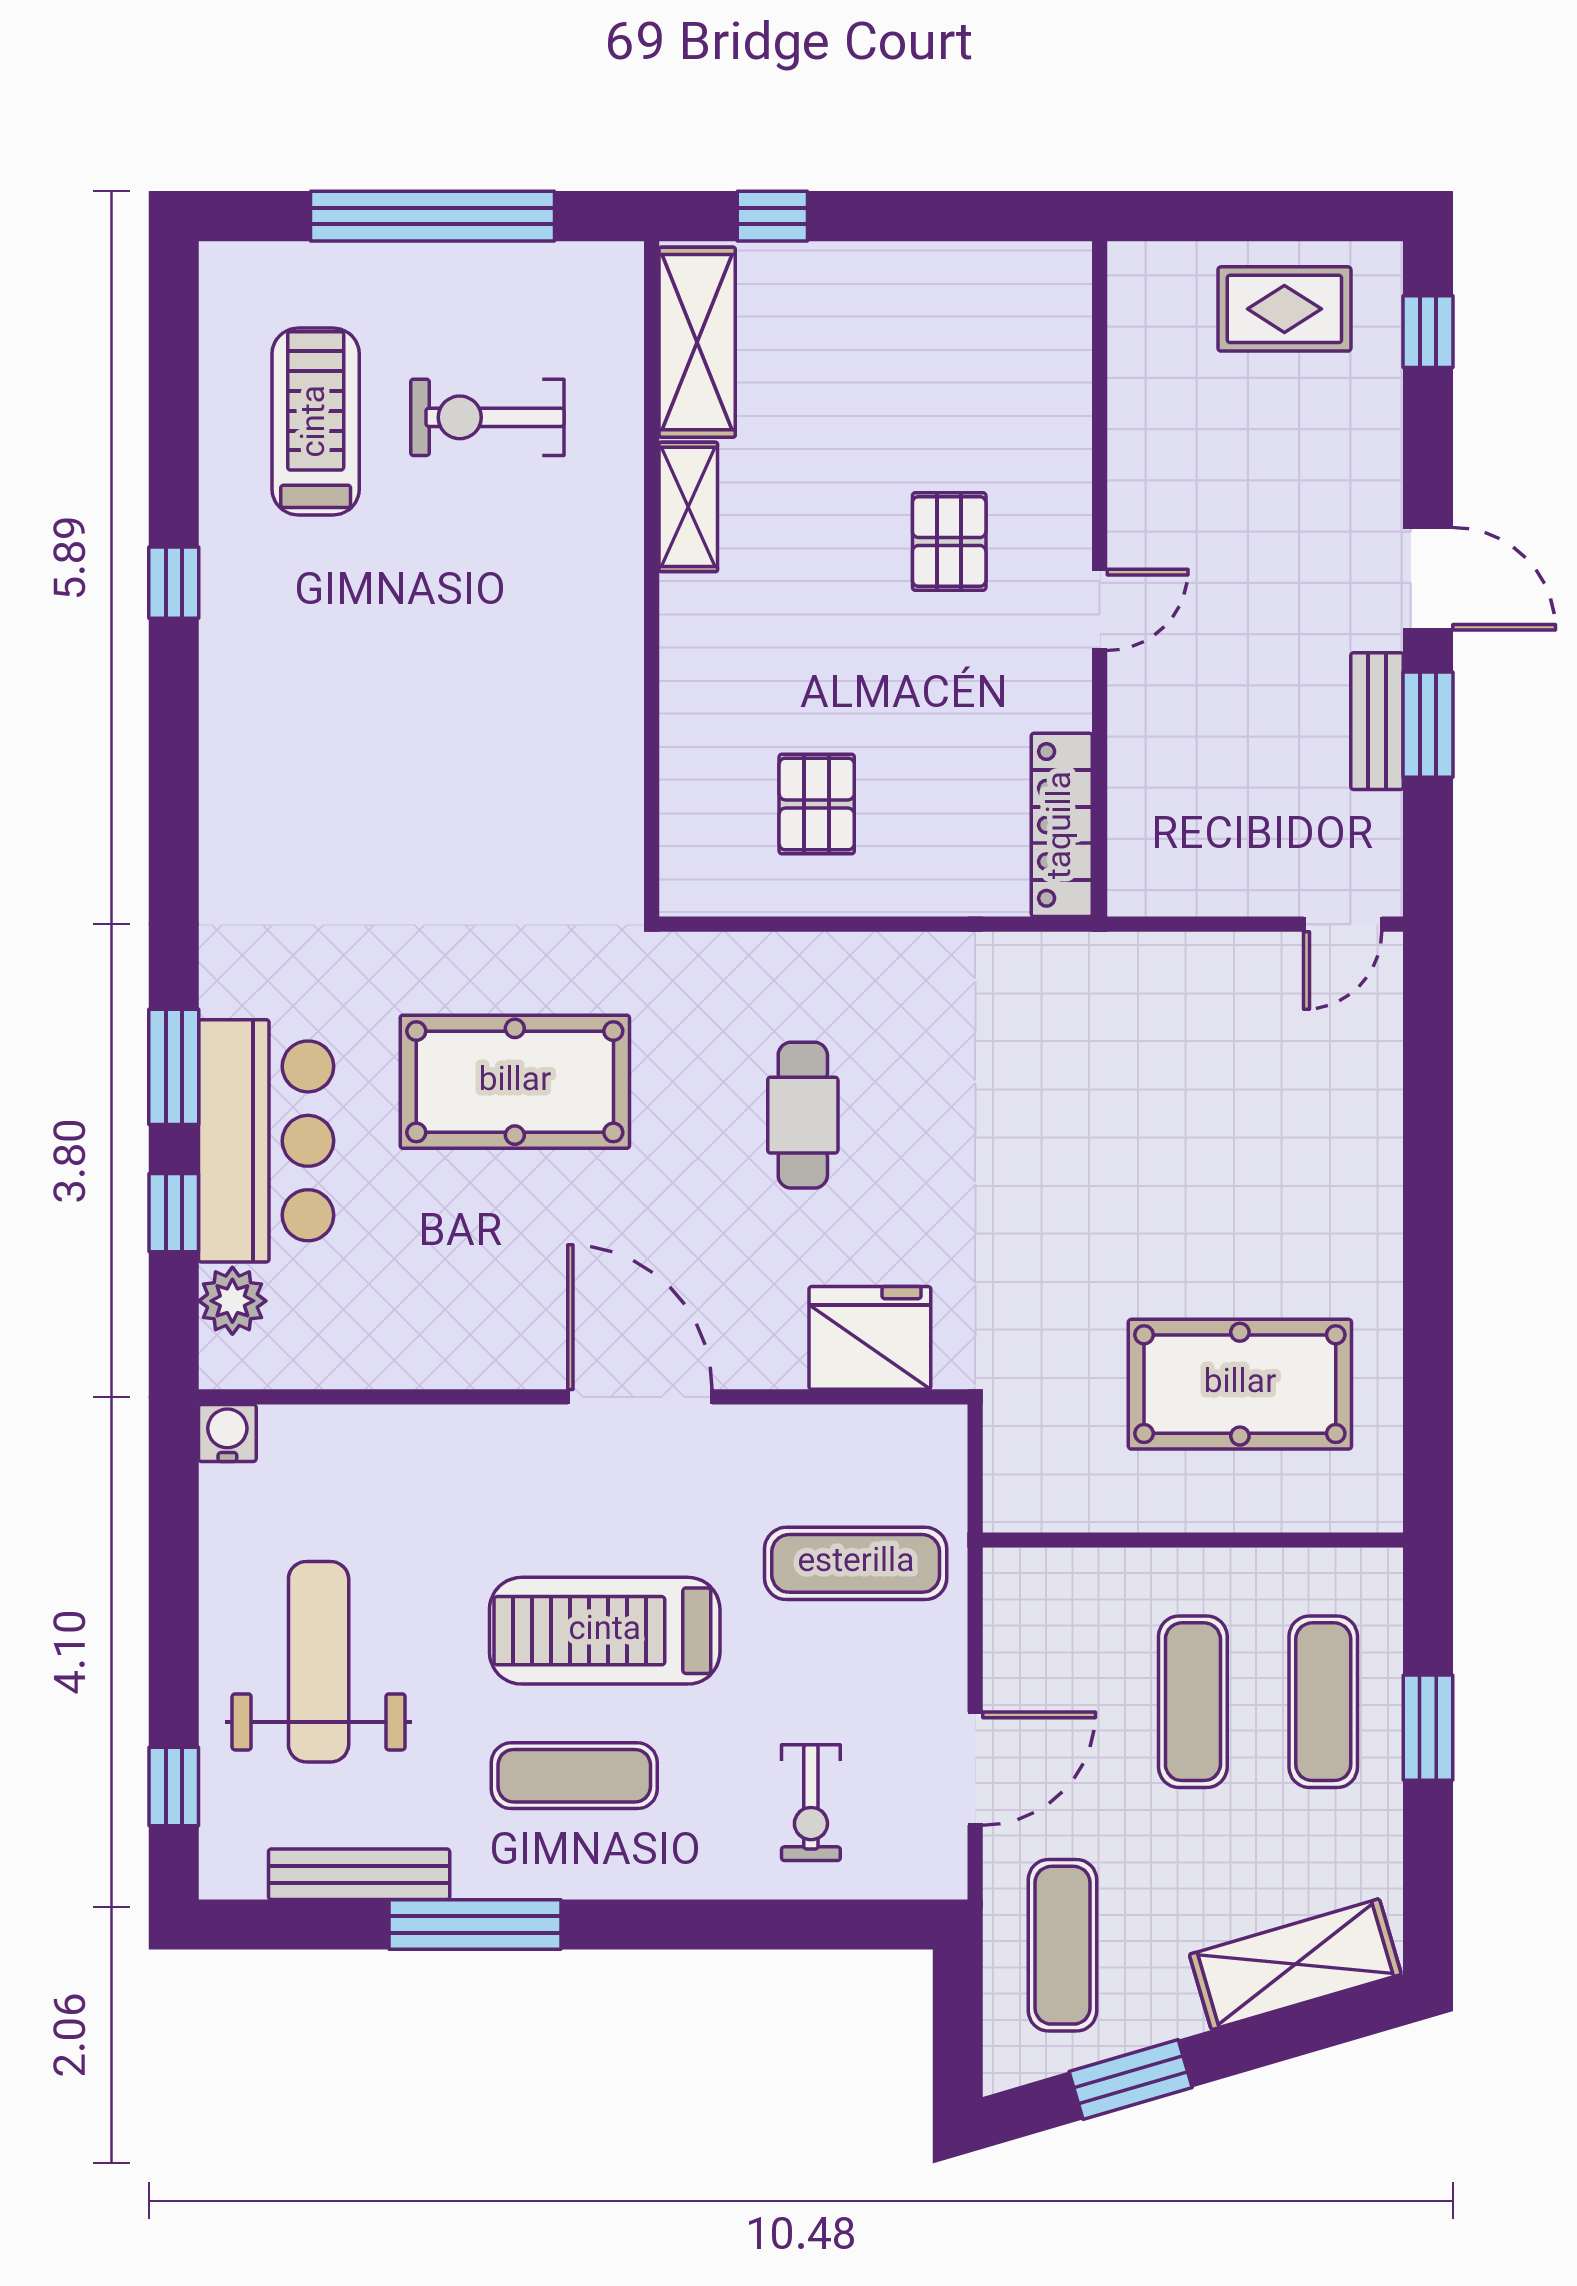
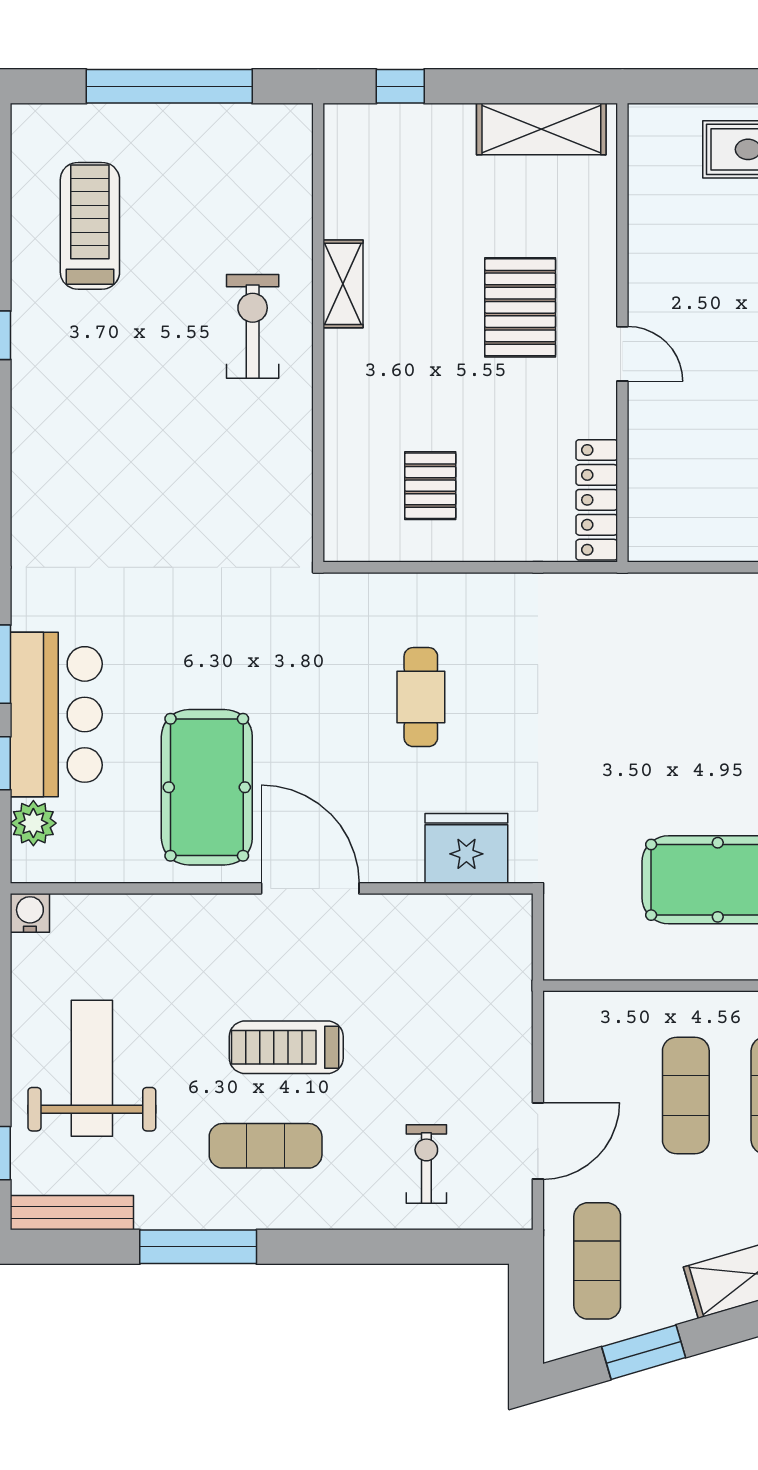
shelving: (697, 342) -> (541, 129), moved, turned 90
exercise bike: (487, 417) -> (253, 326), moved, turned 90
pallet: (949, 542) -> (520, 307), width x1.50, depth x1.42
door: (1100, 610) -> (622, 354), hinge flipped
pool table: (515, 1082) -> (207, 787), moved, turned 90
exercise mat: (856, 1563) -> (457, 1002), removed
treadmill: (605, 1631) -> (286, 1047), width x0.73, depth x0.73
exercise bike: (811, 1803) -> (426, 1164), turned 180
bench: (359, 1874) -> (72, 1213), moved

